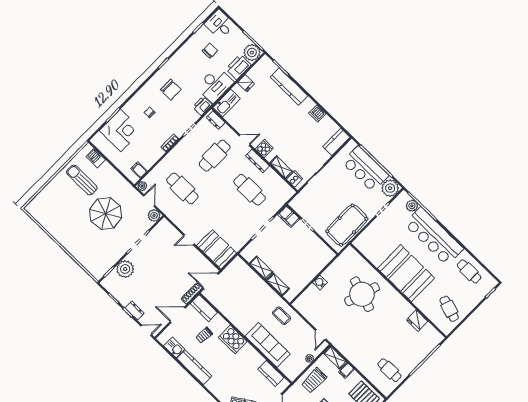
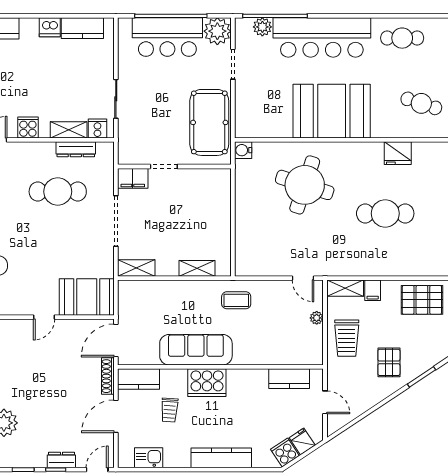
kitchen counter: (336, 142) -> (82, 28), moved, turned -90
dresser: (258, 161) -> (76, 149), moved
shelving: (261, 268) -> (136, 268), moved
water cooler: (320, 283) -> (243, 150), moved
sofa: (268, 345) -> (196, 350), moved
kitchen counter: (194, 367) -> (221, 458), moved
cafe table: (389, 370) -> (385, 213), moved, width x1.37, depth x1.35

